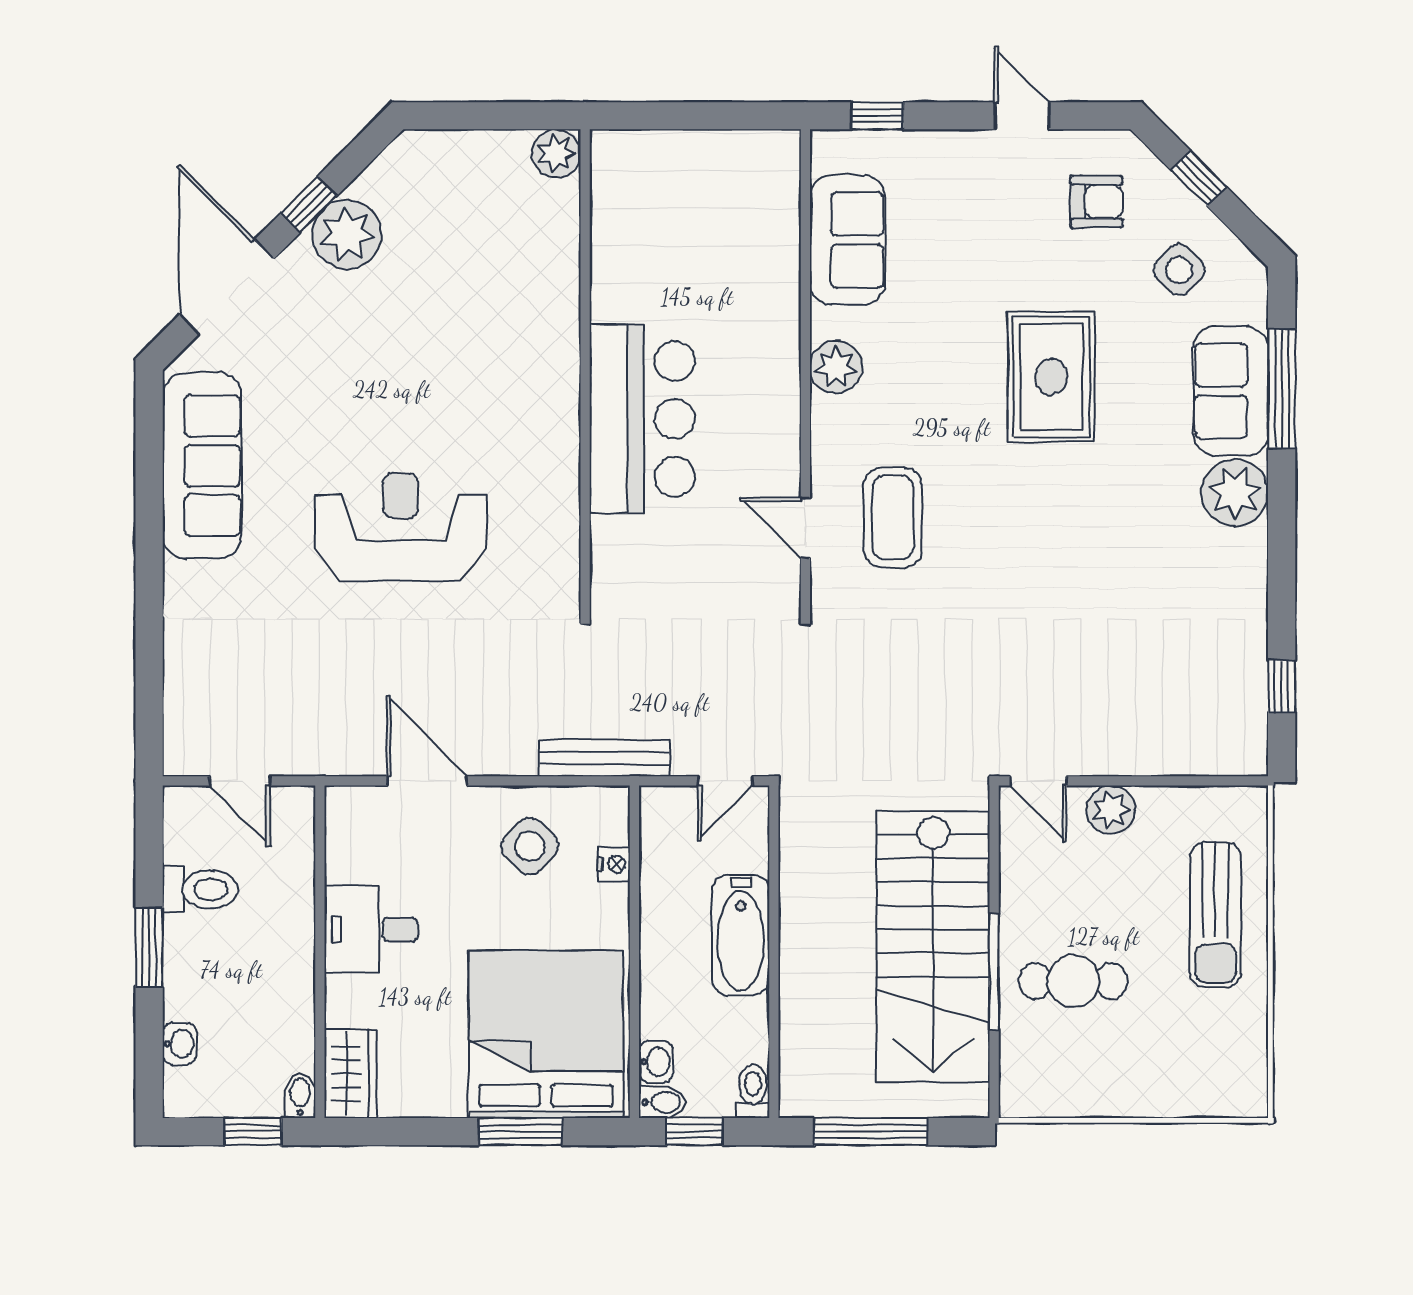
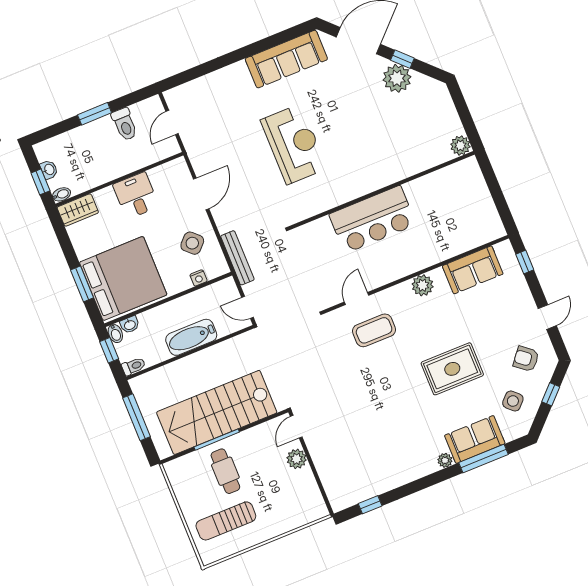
armchair: (1096, 202) -> (526, 359), turned 129
plant: (1235, 493) -> (445, 460), width x0.53, depth x0.53
sun lounger: (1215, 915) -> (226, 521), moved
washbasin: (179, 1044) -> (49, 170), moved, turned -90

